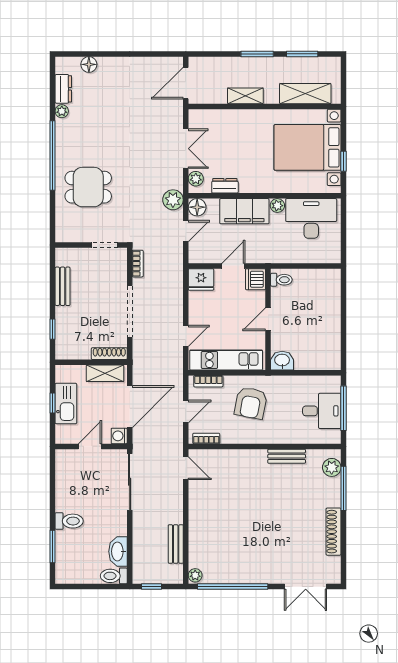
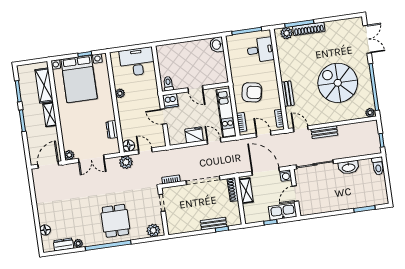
door: (186, 83) -> (48, 165), swing flipped
shelving: (245, 96) -> (50, 115), moved
double door: (186, 149) -> (91, 159), swing flipped
plant: (196, 179) -> (69, 155), moved
dining table: (88, 187) -> (115, 221), moved
filing cabinet: (244, 211) -> (127, 114), removed
desk: (311, 218) -> (137, 62), moved, turned 90
plant: (65, 226) -> (153, 230), added
fridge: (201, 279) -> (194, 135), moved, turned -90
bench: (63, 286) -> (214, 224), moved
washbasin: (282, 361) -> (217, 45), moved
kitchen sink: (66, 403) -> (283, 212), moved
desk: (322, 411) -> (260, 50), moved, turned 90
door: (90, 446) -> (295, 194), hinge flipped
bench: (287, 456) -> (288, 94), moved
door: (186, 468) -> (301, 129), hinge flipped
toilet: (69, 521) -> (346, 200), removed
shoe rack: (334, 532) -> (309, 29), moved
spiral stairs: (247, 533) -> (338, 83), added
bench: (176, 544) -> (324, 132), moved
washbasin: (118, 551) -> (349, 167), moved

